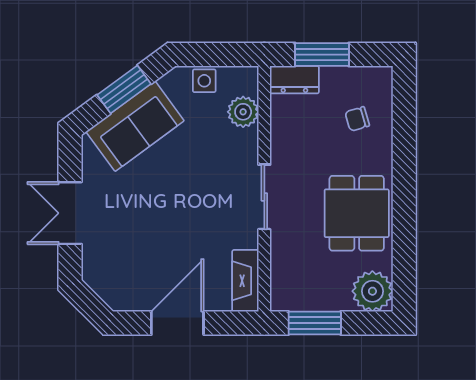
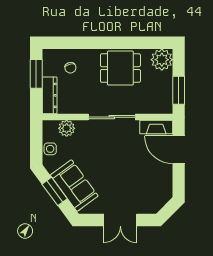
window: (322, 55) -> (36, 74), moved
dresser: (294, 80) -> (50, 95), width x1.44
sliding door: (264, 197) -> (112, 117), width x1.37
door: (177, 323) -> (179, 150), moved

